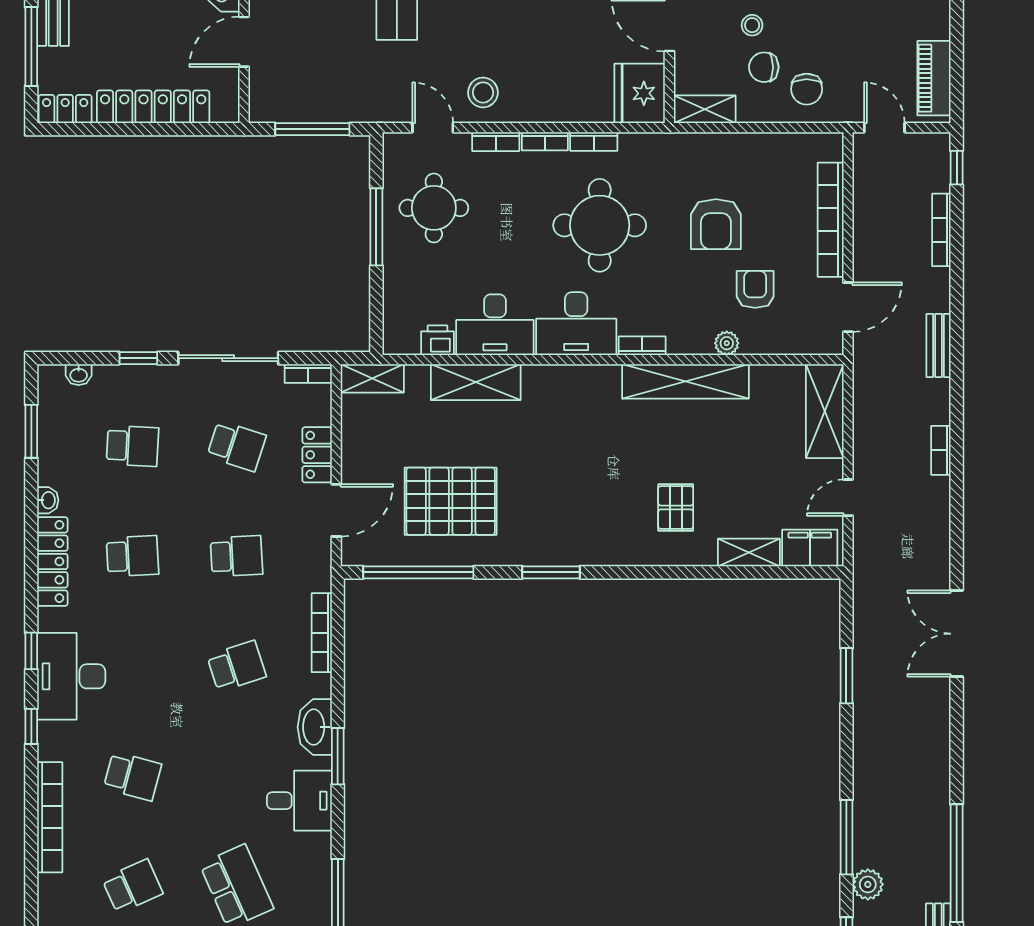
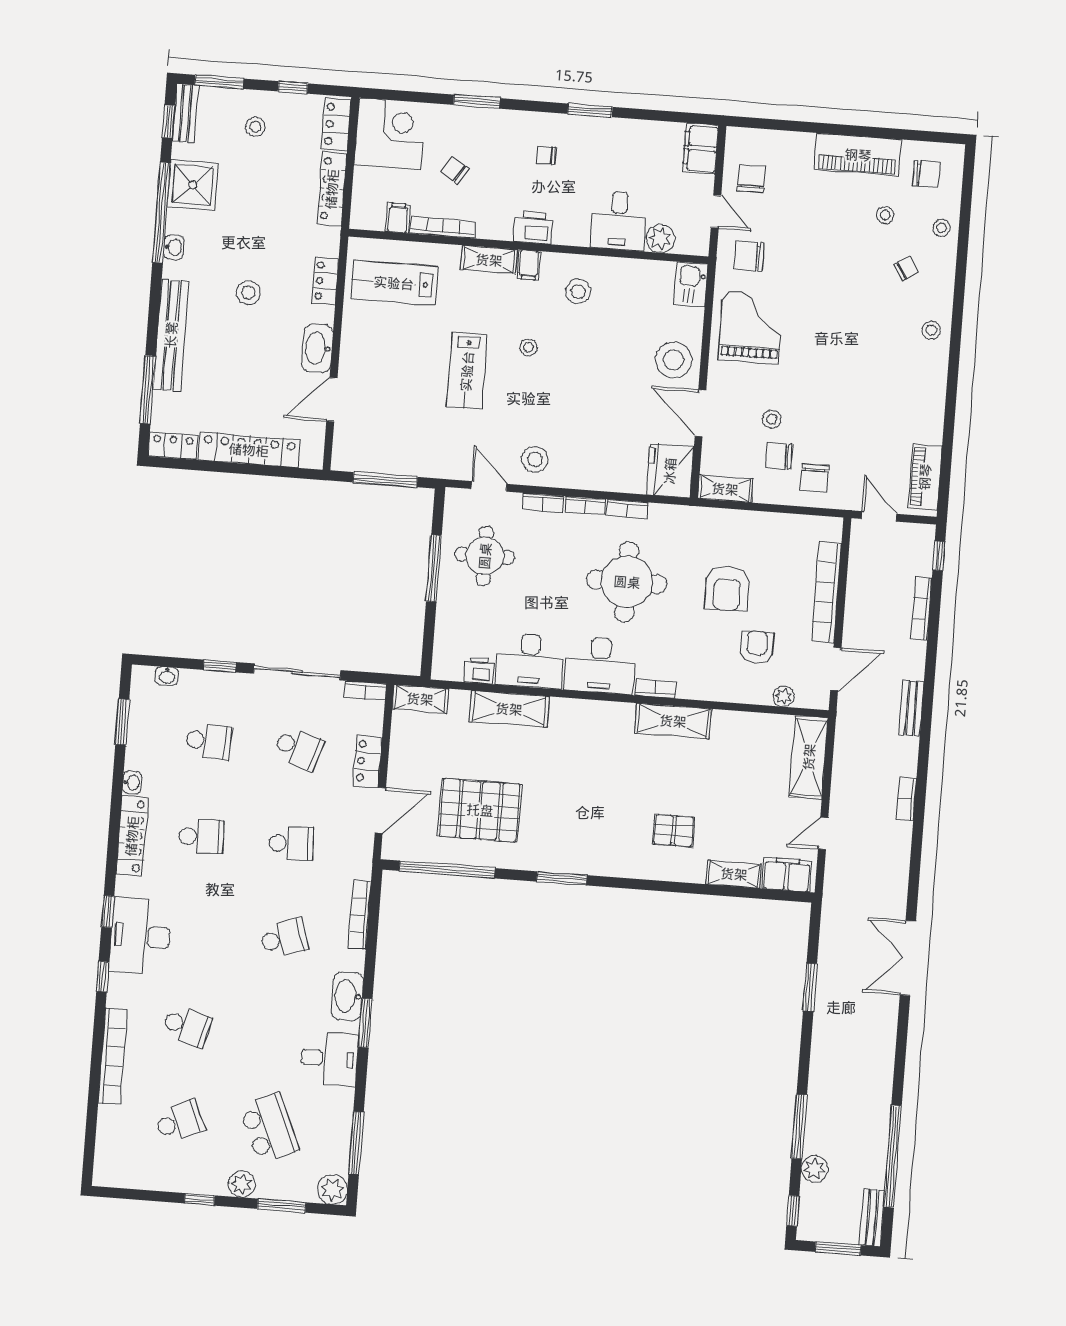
plant: (727, 343) -> (783, 696), moved
shelving: (685, 381) -> (673, 721), width x0.68
pallet: (676, 507) -> (674, 831), turned 90

